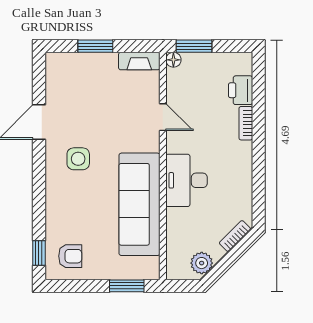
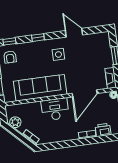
door: (163, 117) -> (85, 93), width x1.88
window: (39, 195) -> (38, 38), added

